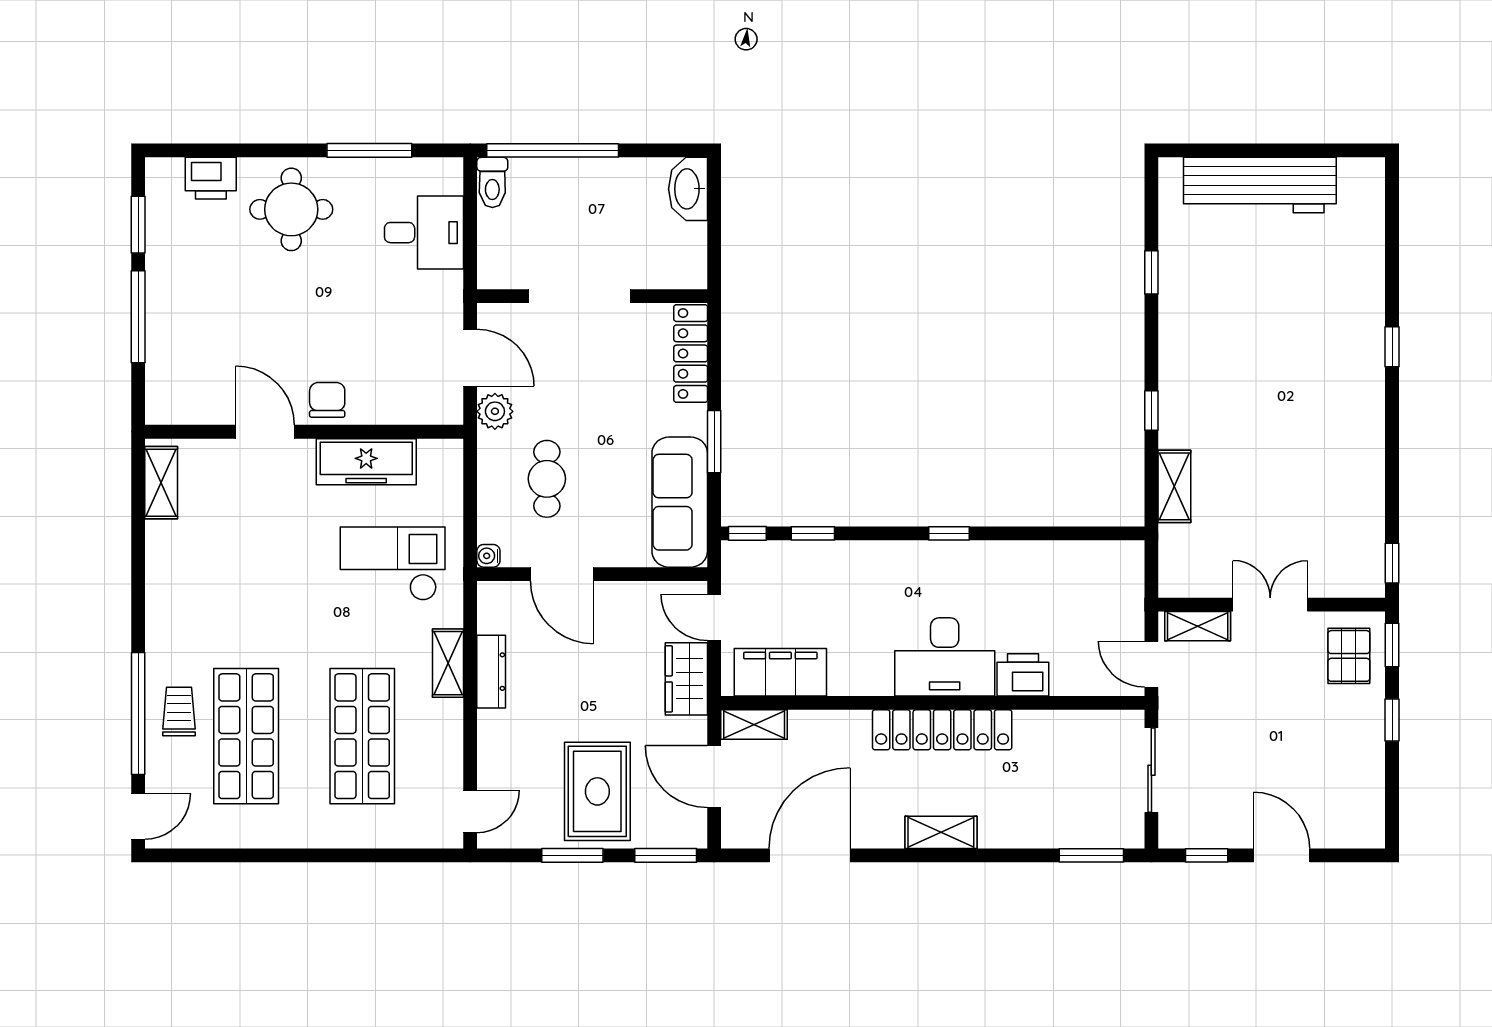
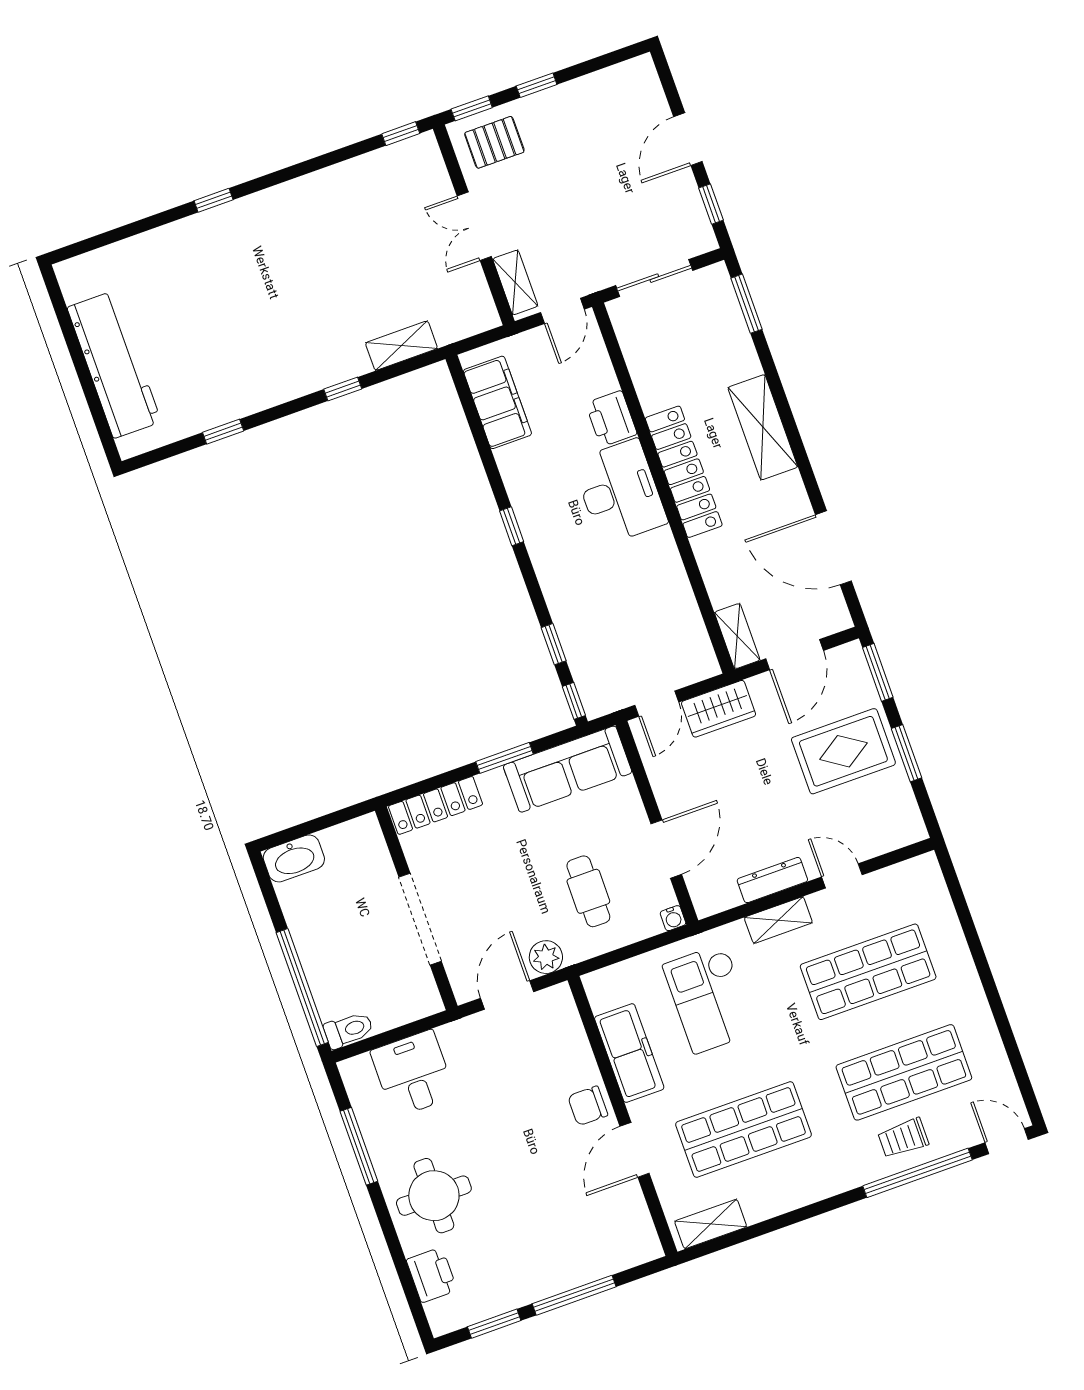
cafe table: (547, 479) -> (588, 891), turned 90
shop shelf: (246, 551) -> (743, 1129), added
filing cabinet: (780, 672) -> (497, 402), moved, turned 180
door: (470, 811) -> (842, 876), moved
shelving: (941, 832) -> (763, 427), width x1.50, depth x1.33

